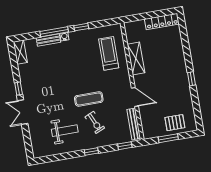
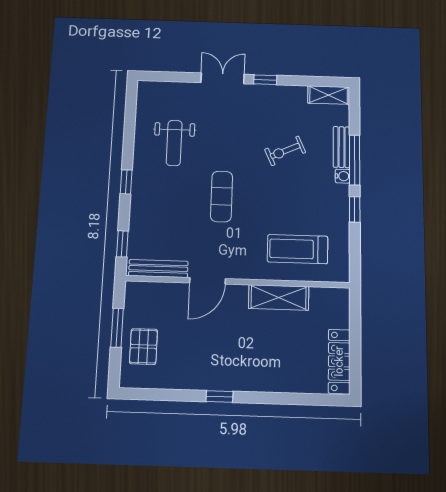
treadmill: (109, 53) -> (298, 249), turned 180
exercise bike: (95, 122) -> (285, 151), moved

